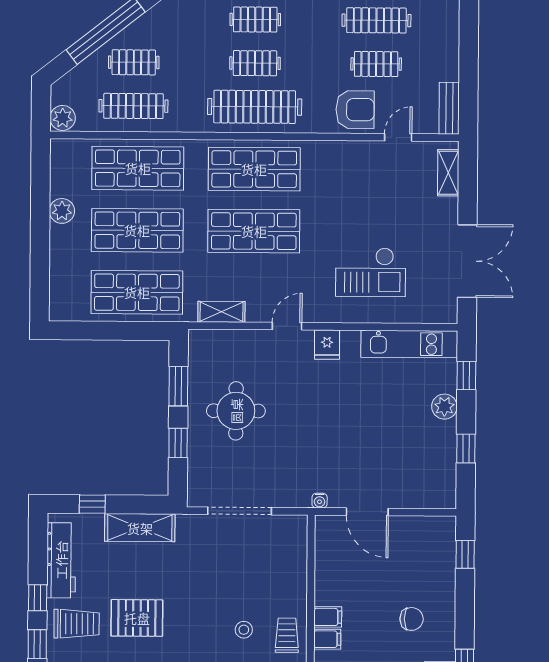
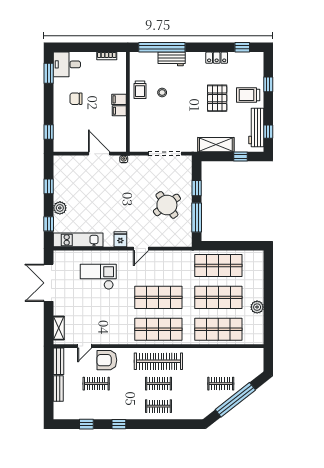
clothes rail: (376, 20) -> (96, 406), removed
bench: (450, 55) -> (58, 388), added
clothes rail: (133, 106) -> (221, 361), removed
plant: (63, 118) -> (257, 355), removed
shelving: (221, 312) -> (175, 256), removed
window: (178, 386) -> (197, 217), width x1.44
round table: (236, 411) -> (167, 205), turned -36
window: (38, 598) -> (268, 132), moved
pallet: (137, 618) -> (217, 98), turned 90
filing cabinet: (327, 639) -> (119, 111), moved

